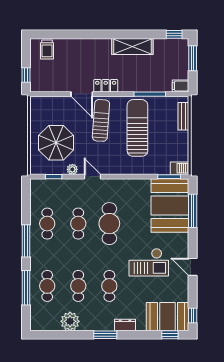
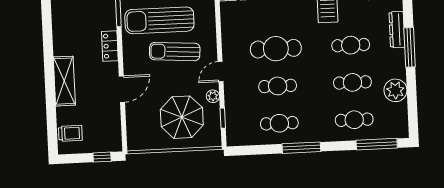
shelving: (132, 46) -> (64, 81), moved
locker: (106, 86) -> (110, 46), moved
sun lounger: (101, 120) -> (175, 52), moved
window: (26, 288) -> (377, 144), moved
dresser: (125, 325) -> (397, 30), width x1.44
window: (105, 335) -> (410, 47), width x1.44

